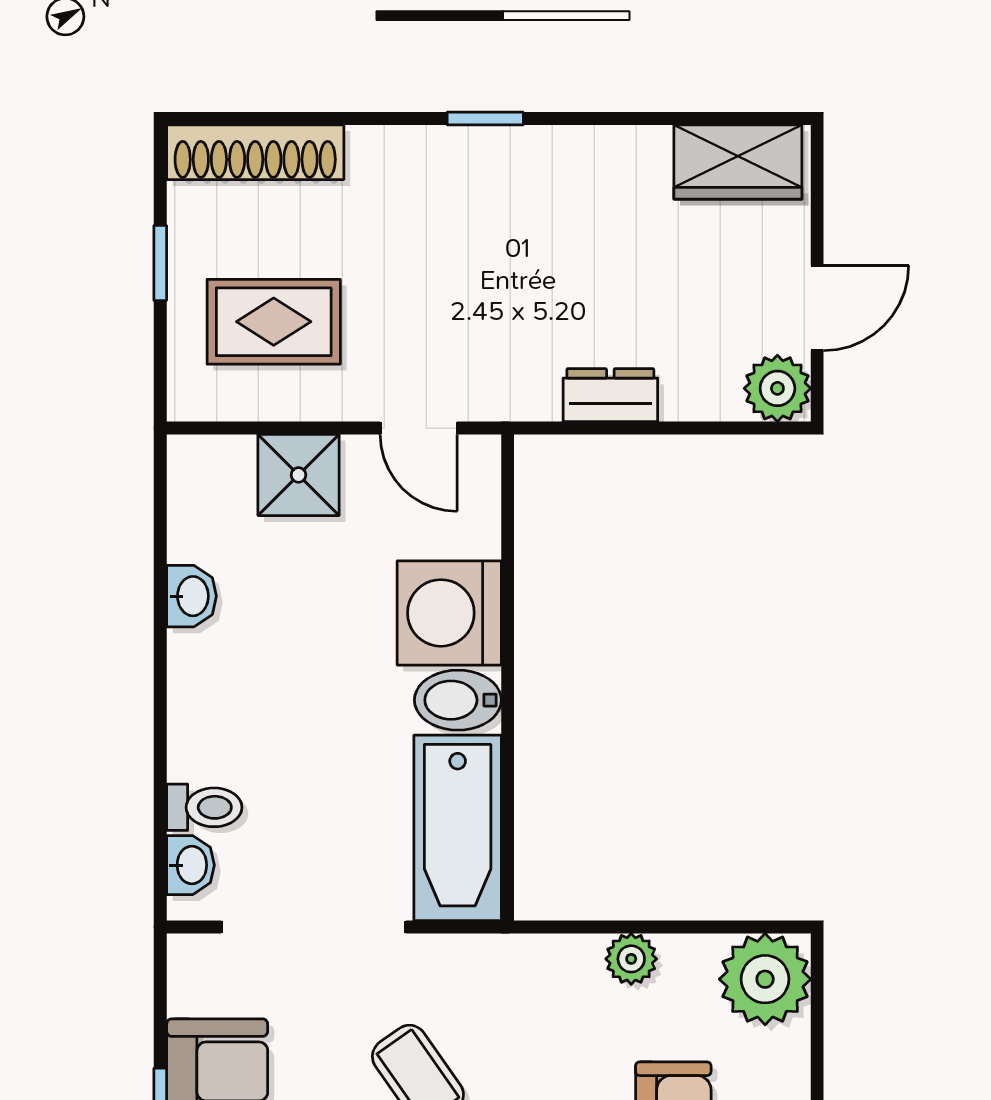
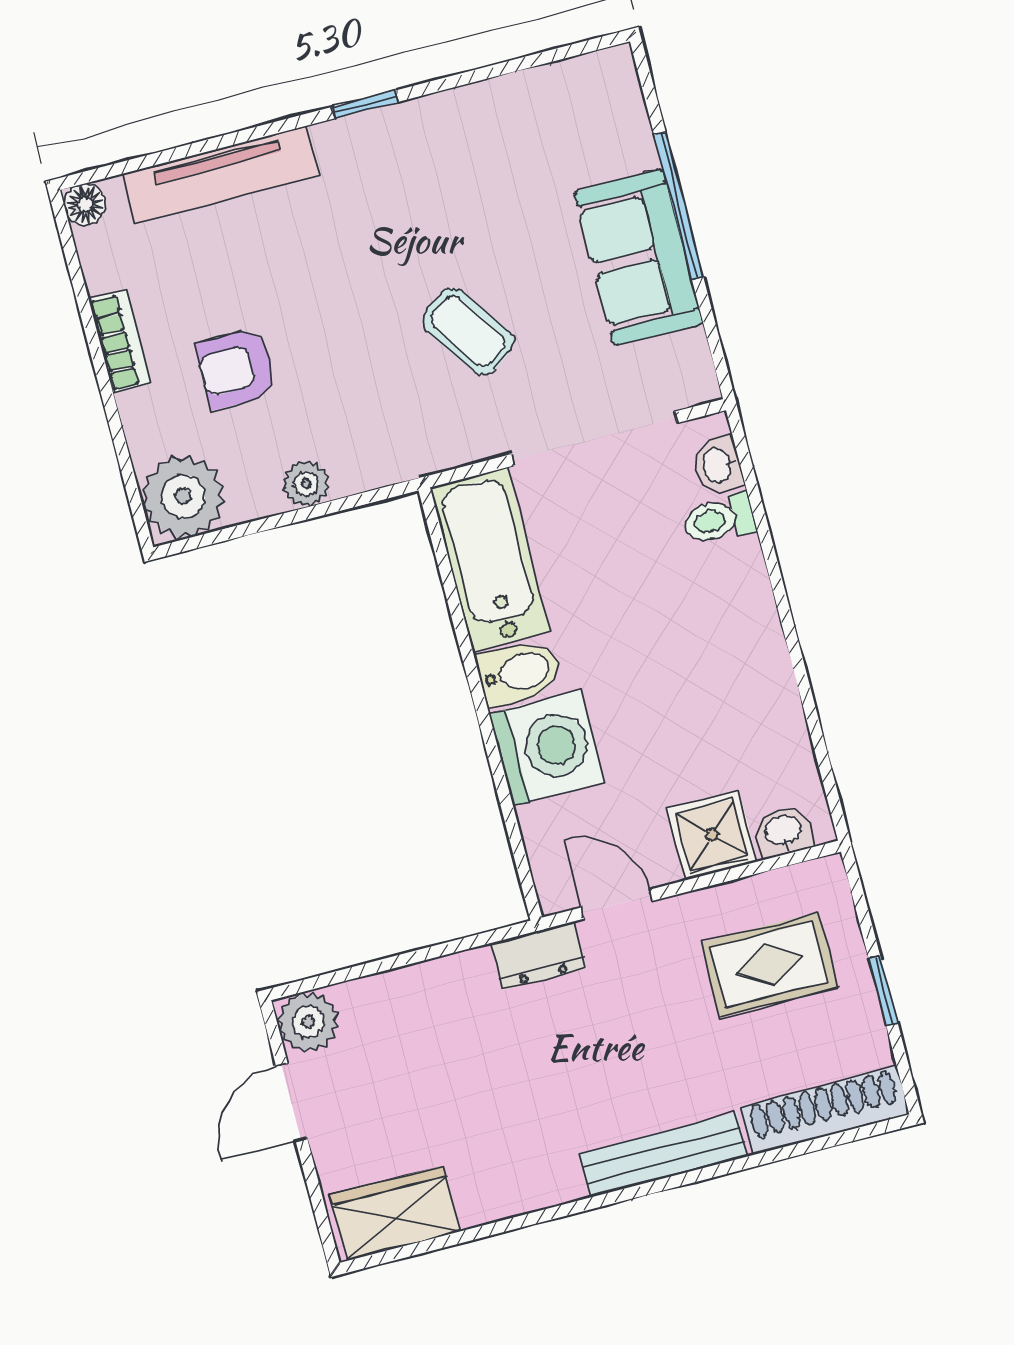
window: (485, 119) -> (629, 1193), removed
bench: (438, 150) -> (663, 1155), added
dresser: (610, 395) -> (538, 956), moved
washbasin: (191, 596) -> (783, 831), moved, turned 90

